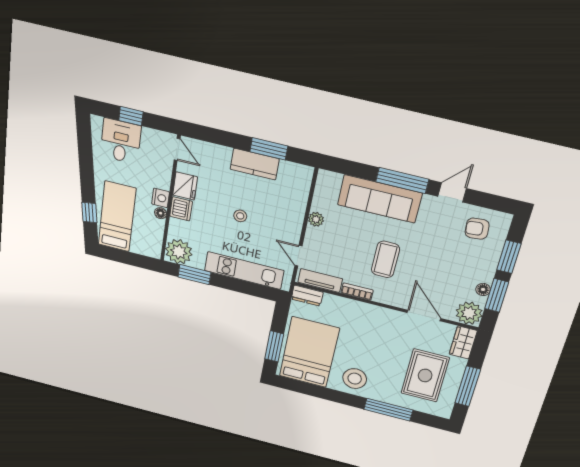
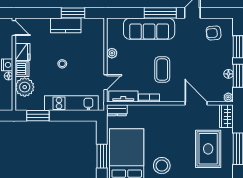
plant: (179, 252) -> (25, 87), moved
door: (298, 256) -> (106, 82), swing flipped
plant: (469, 313) -> (228, 97), width x0.53, depth x0.53

